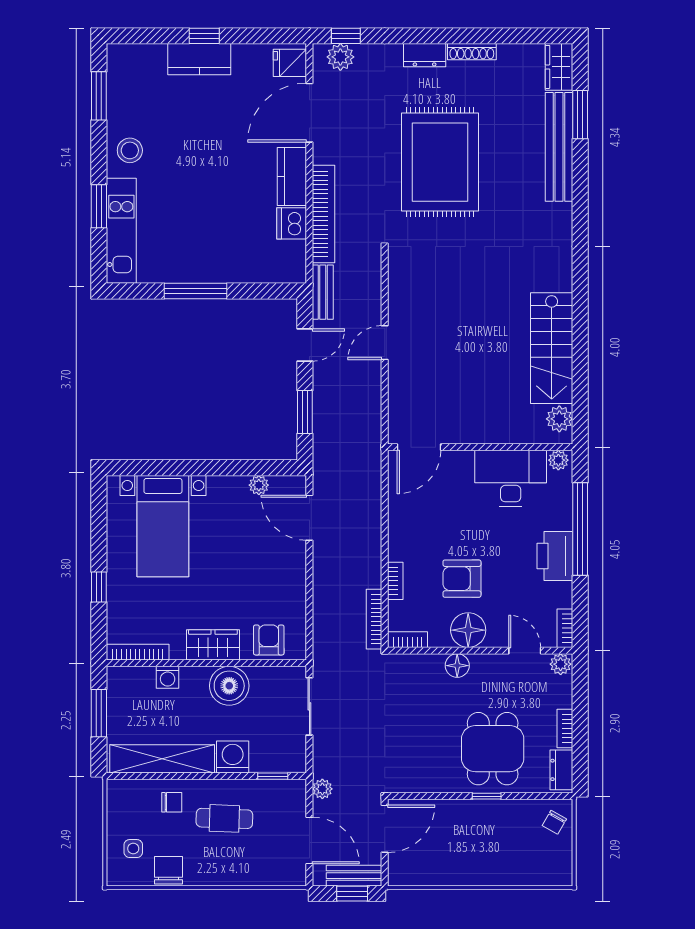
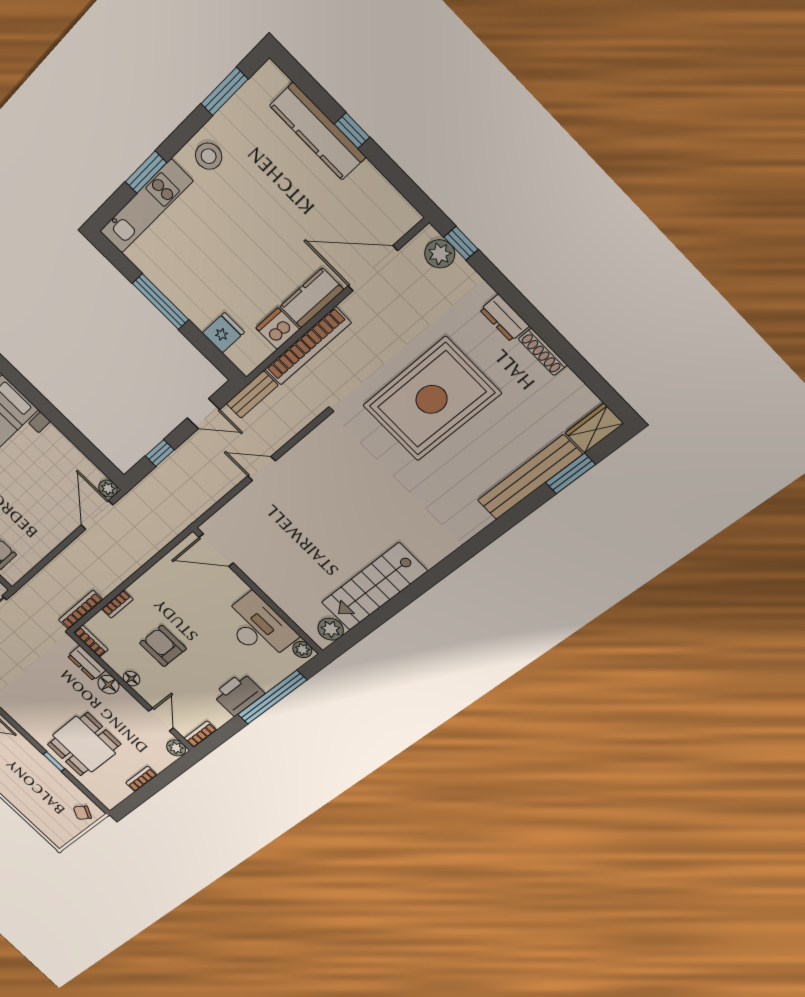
kitchen counter: (199, 59) -> (318, 131), width x1.50
fridge: (290, 63) -> (223, 333), moved, turned 90
window: (305, 412) -> (160, 453), width x0.67
plant: (259, 485) -> (108, 489), moved
floor lamp: (468, 630) -> (131, 679), width x0.53, depth x0.53
dresser: (561, 770) -> (87, 663), moved, turned -90

